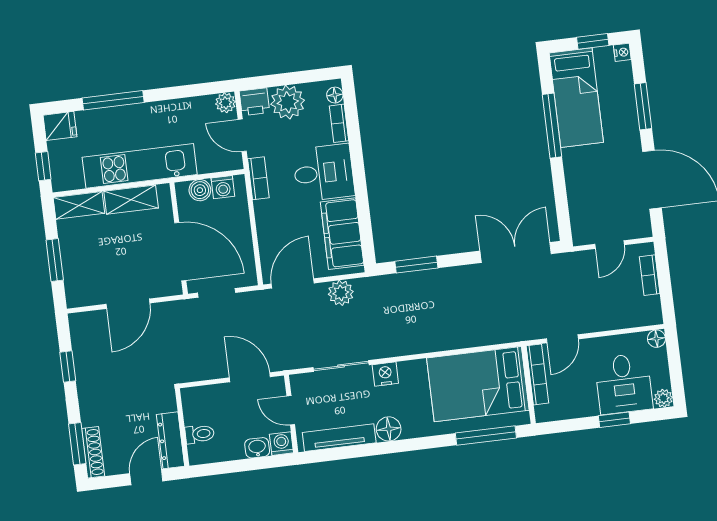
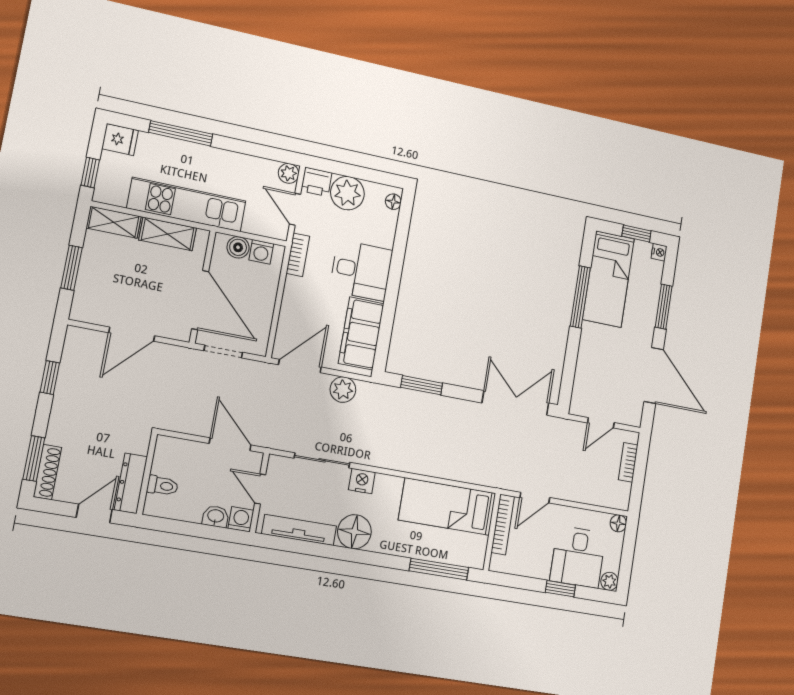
bookcase: (339, 123) -> (389, 229), removed
bed: (478, 384) -> (447, 507), width x0.67
floor lamp: (389, 429) -> (354, 532), width x1.38, depth x1.38

